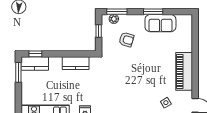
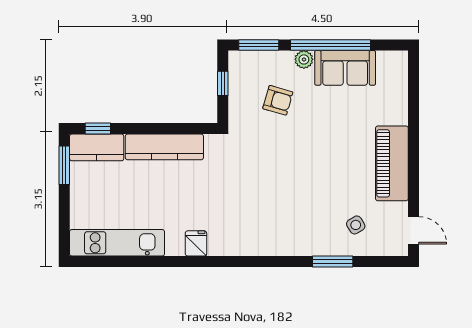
window: (153, 12) -> (331, 45), width x2.11
plant: (114, 19) -> (304, 59), moved
kitchen counter: (76, 63) -> (164, 147), width x1.50

